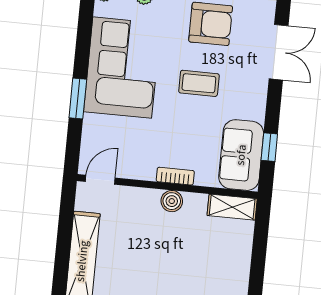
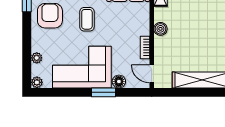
floor lamp: (93, 125) -> (119, 82), added
bookcase: (175, 176) -> (145, 48), moved

